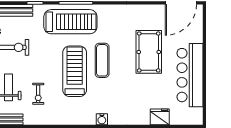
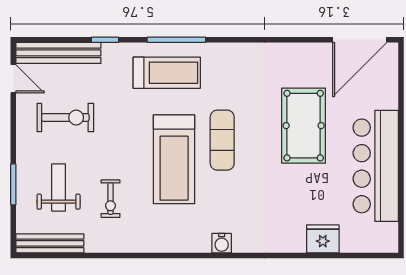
treadmill: (70, 22) -> (167, 73), width x0.73, depth x0.73
treadmill: (75, 71) -> (174, 159), turned 180

